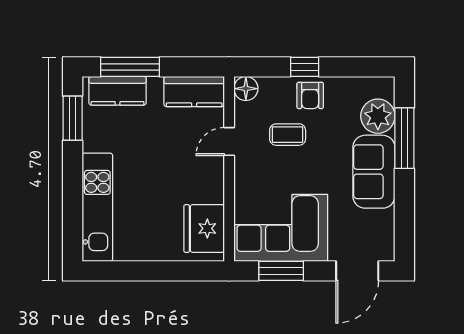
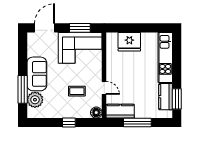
window: (130, 67) -> (137, 123), moved
kitchen counter: (118, 91) -> (166, 97), moved, turned -90
armchair: (310, 95) -> (66, 109), removed
door: (229, 142) -> (104, 88), hinge flipped
fridge: (204, 228) -> (129, 42), moved, turned 90

